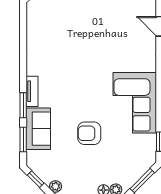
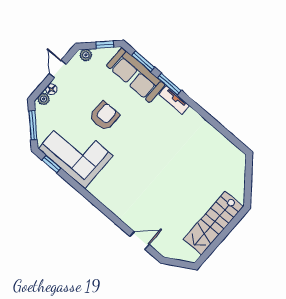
corner sofa: (135, 103) -> (76, 152), moved
sofa: (38, 129) -> (136, 75), width x1.36

